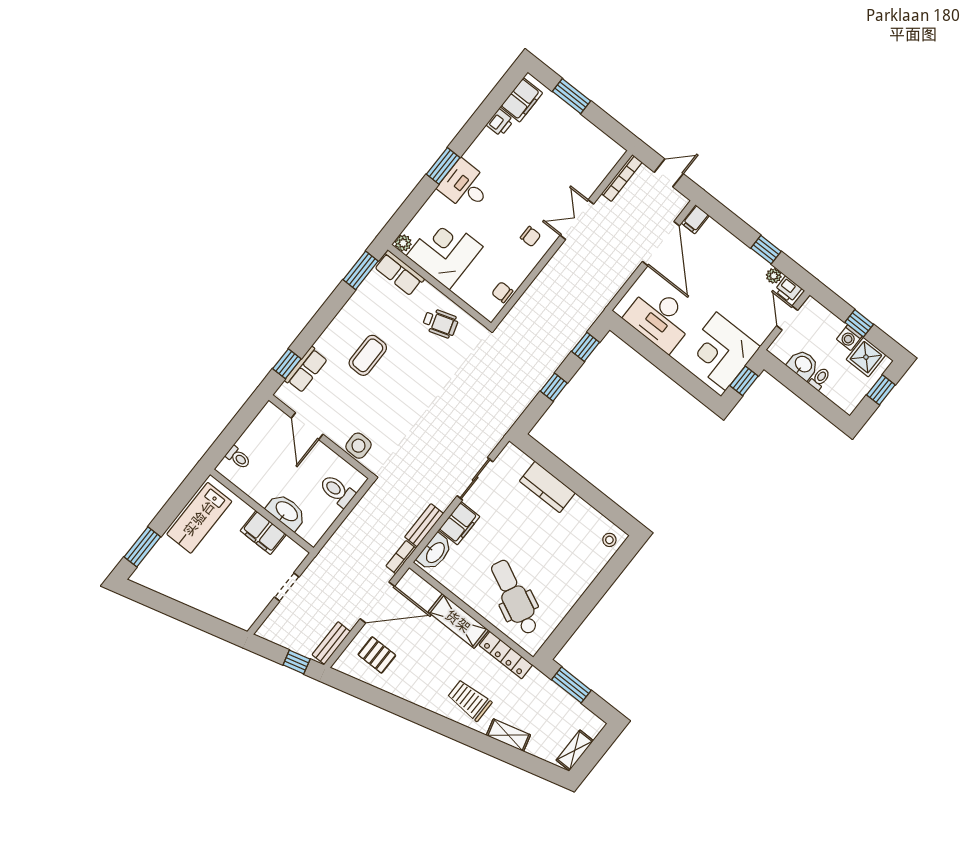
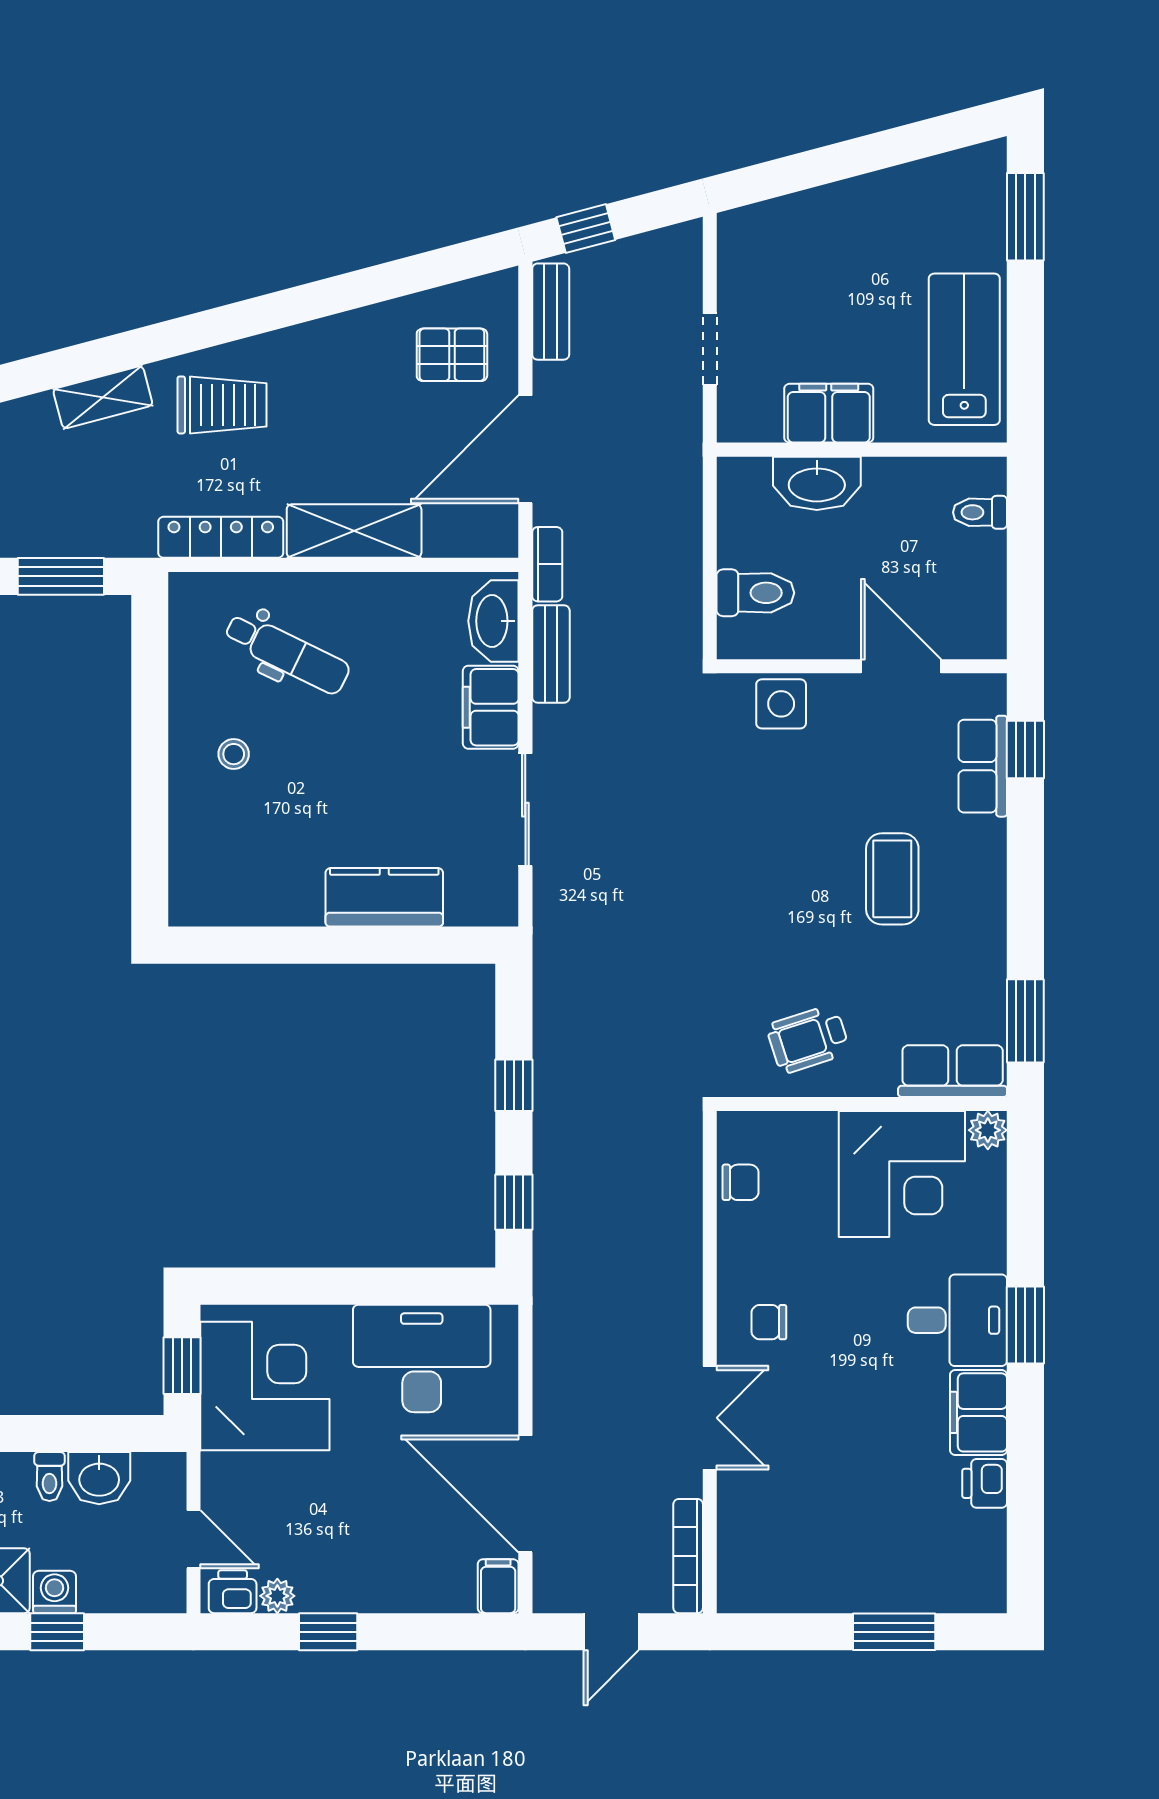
filing cabinet: (521, 100) -> (978, 1412), moved
stool: (609, 540) -> (234, 754), moved
dental chair: (515, 597) -> (287, 653), width x0.73, depth x0.72

